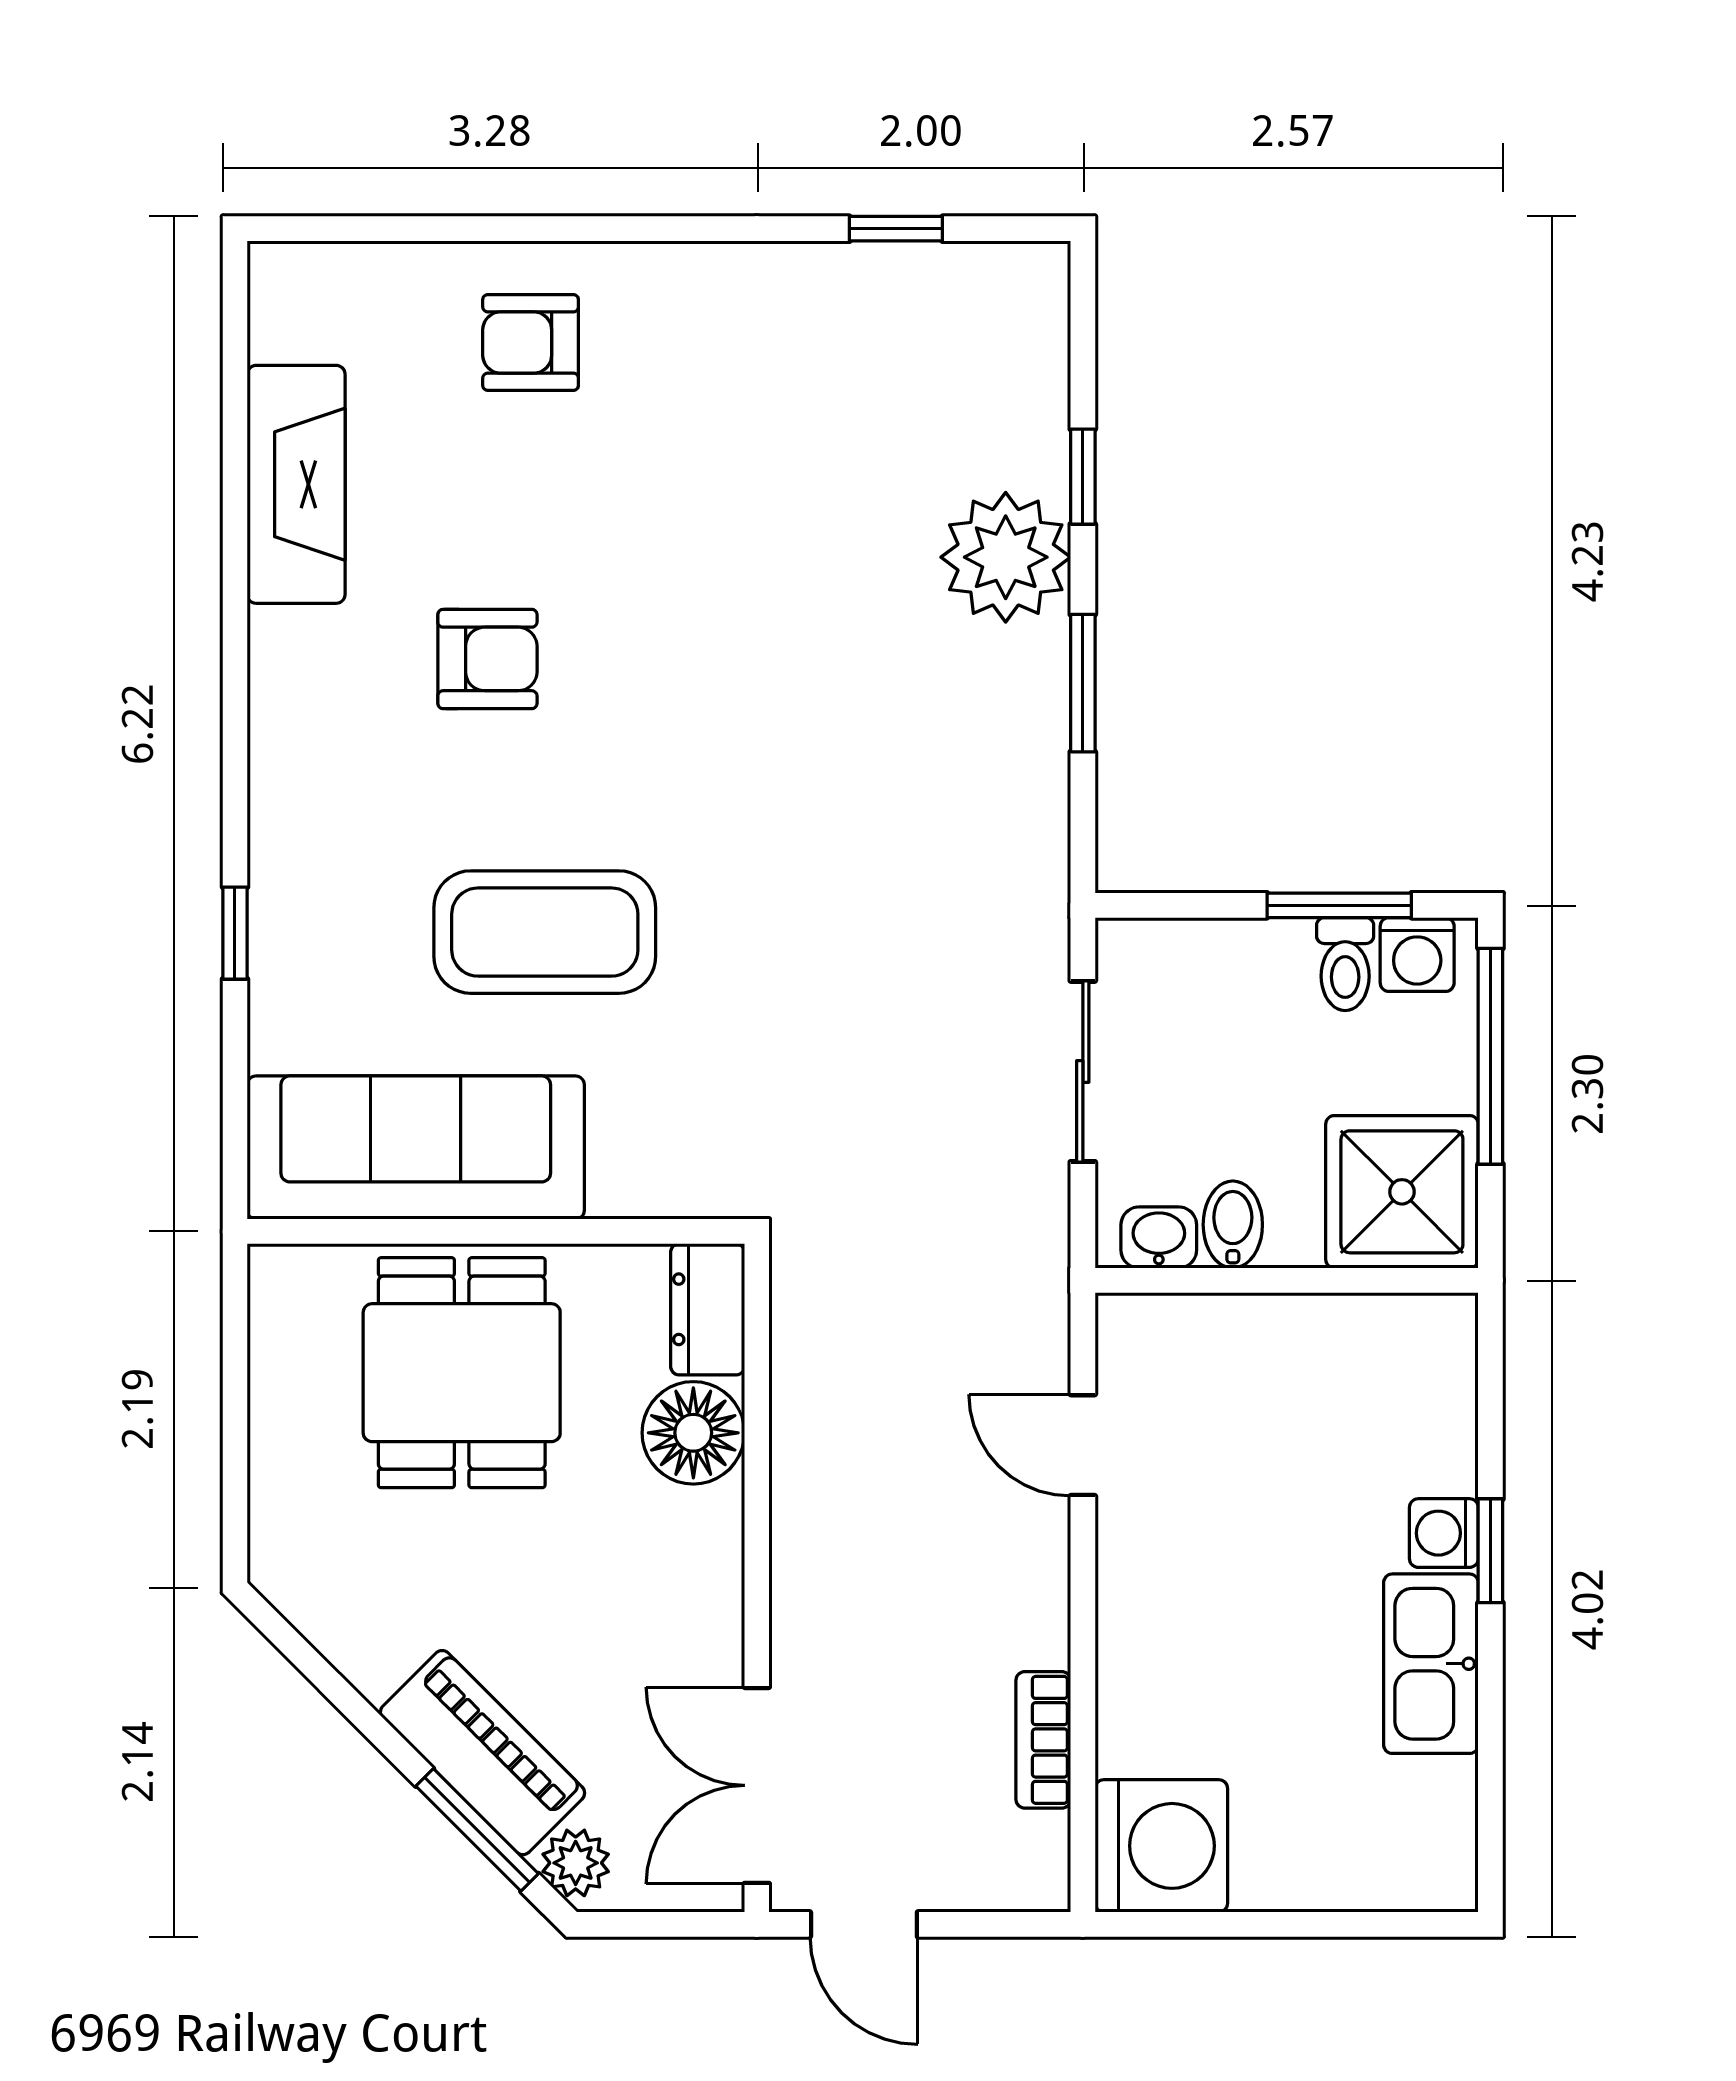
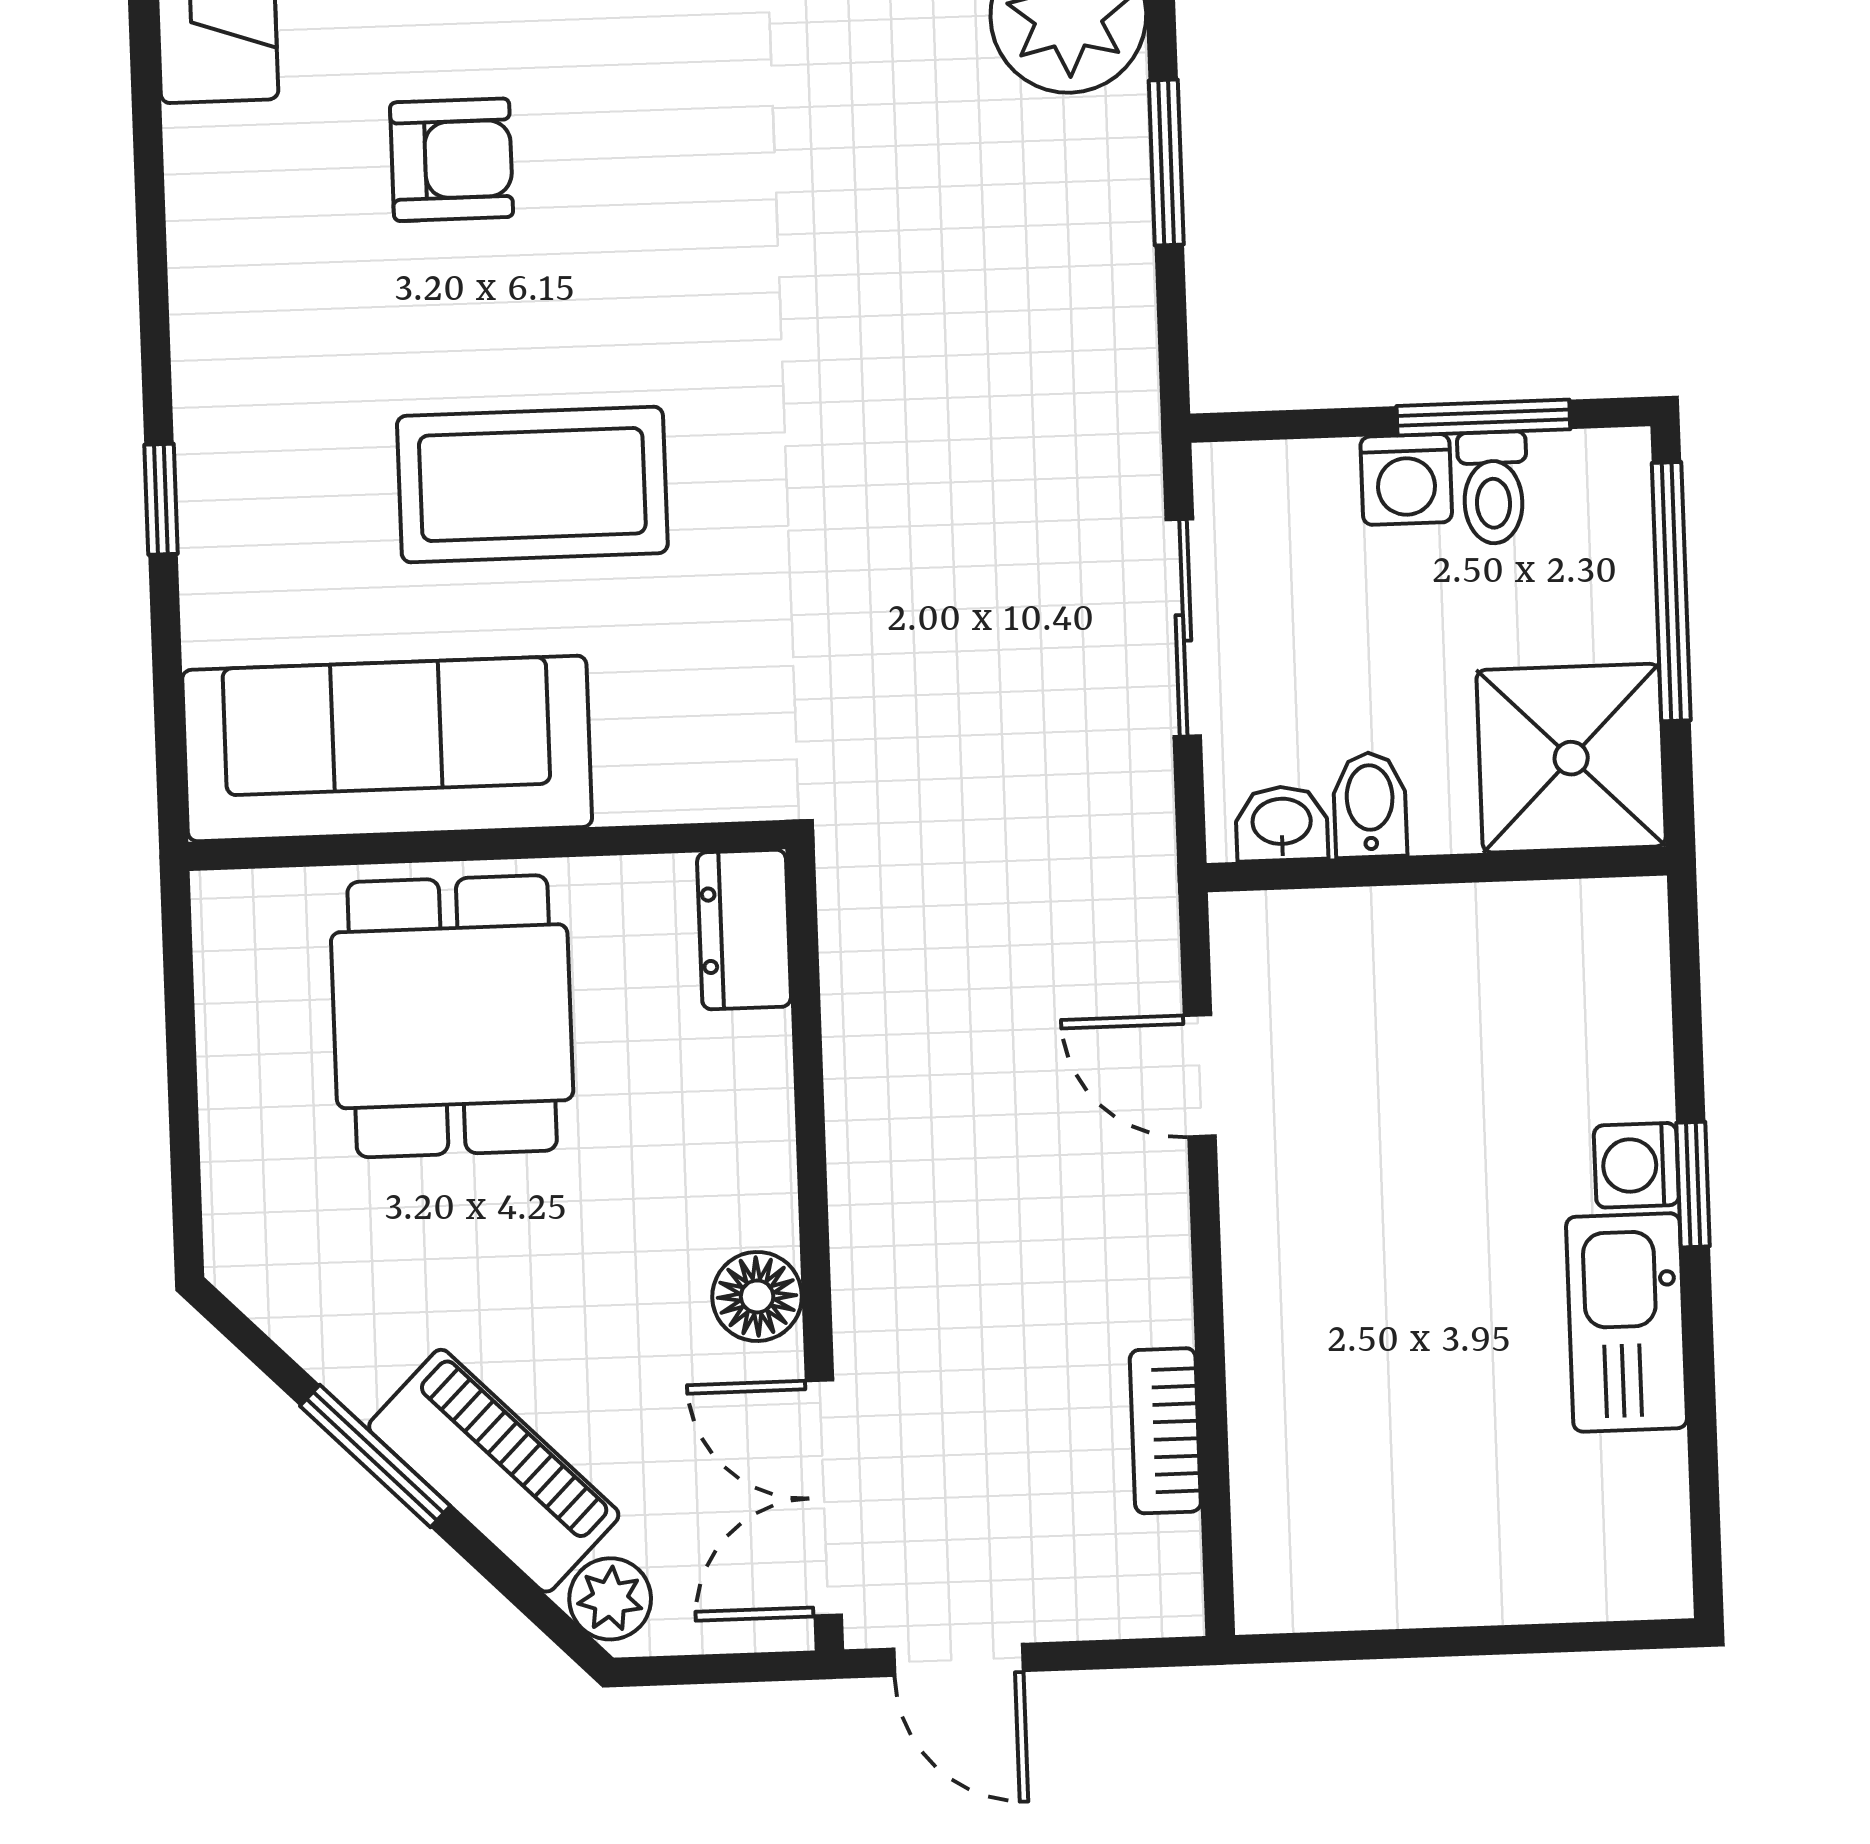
washing machine: (1417, 955) -> (1406, 479), moved
floor lamp: (693, 1433) -> (757, 1296), moved, width x0.73, depth x0.73
window: (477, 1830) -> (375, 1456), moved
washing machine: (1161, 1846) -> (1311, 1553), removed

